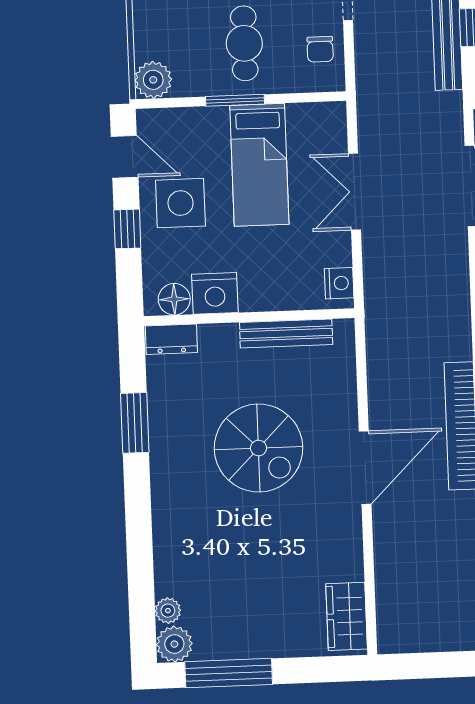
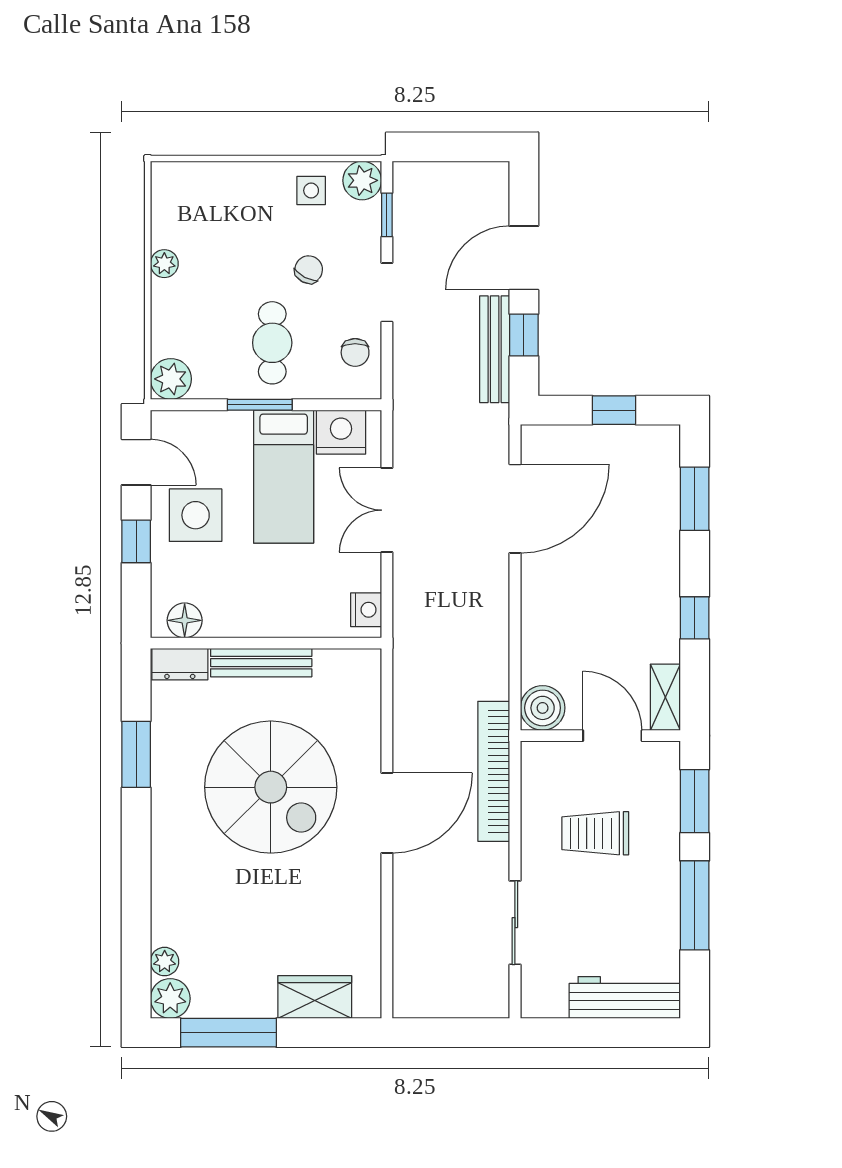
nightstand: (215, 293) -> (341, 432), moved, turned 180
bench: (286, 333) -> (261, 663), moved
spiral stairs: (259, 448) -> (271, 787), width x1.37, depth x1.37
wardrobe: (347, 616) -> (315, 997), moved, turned 90

